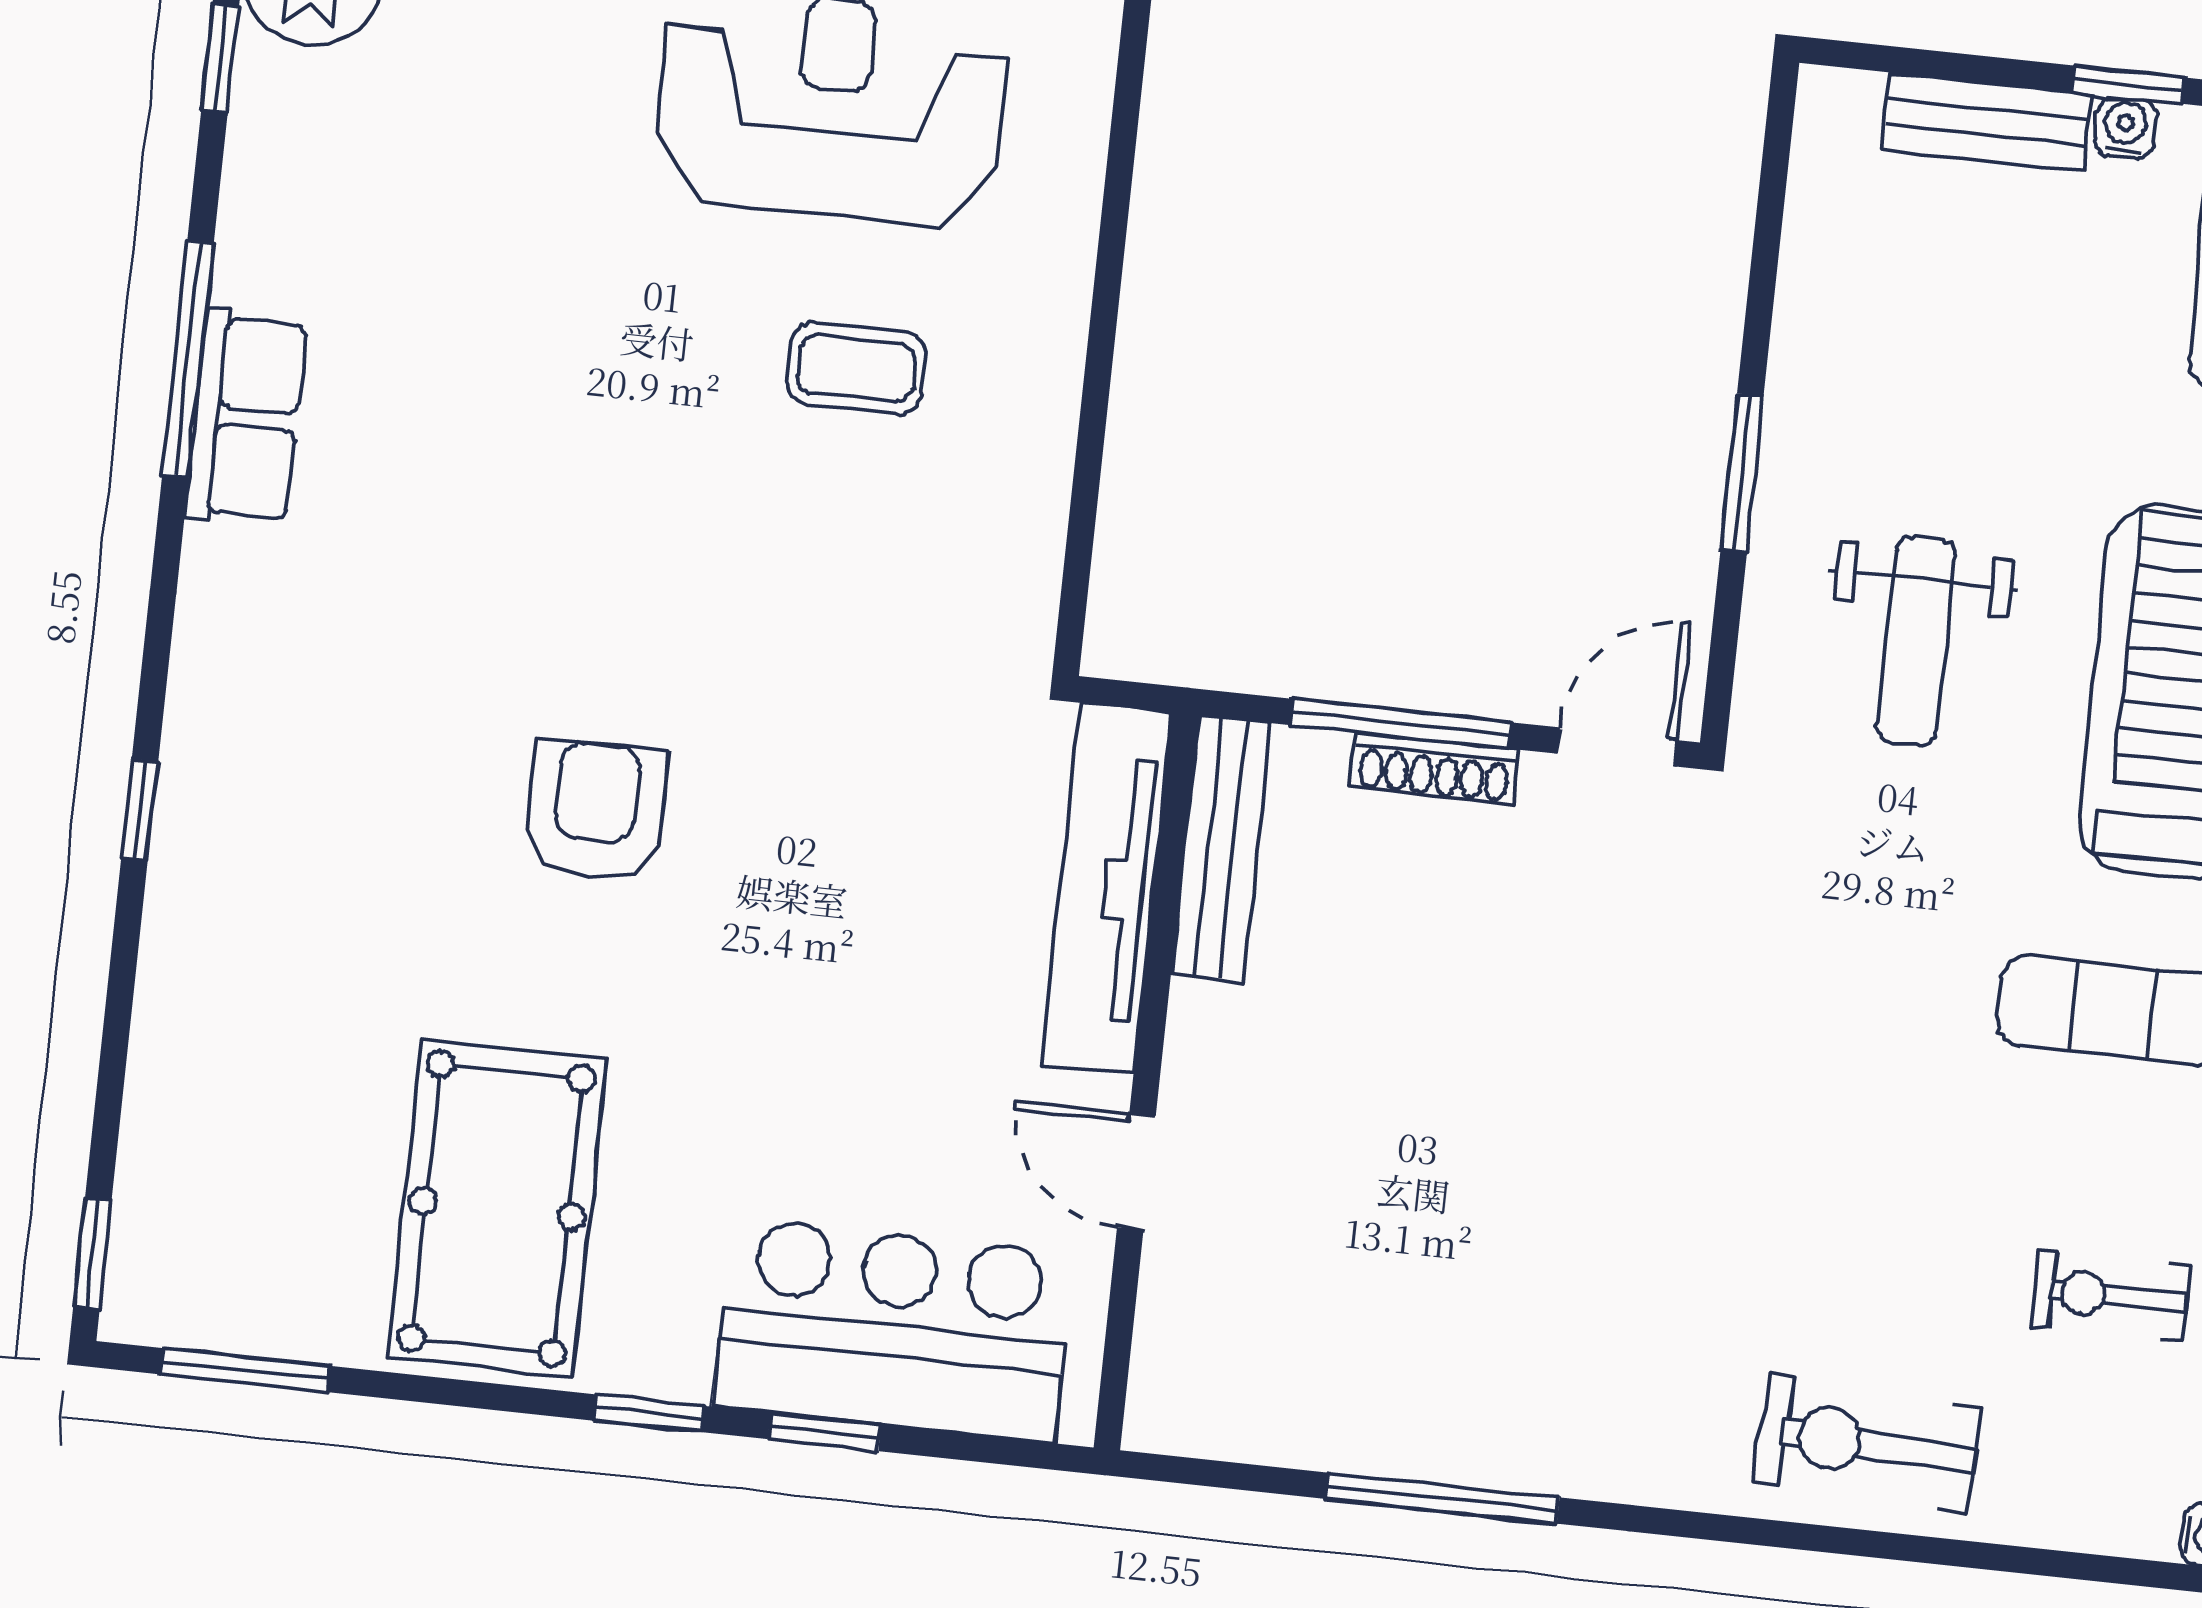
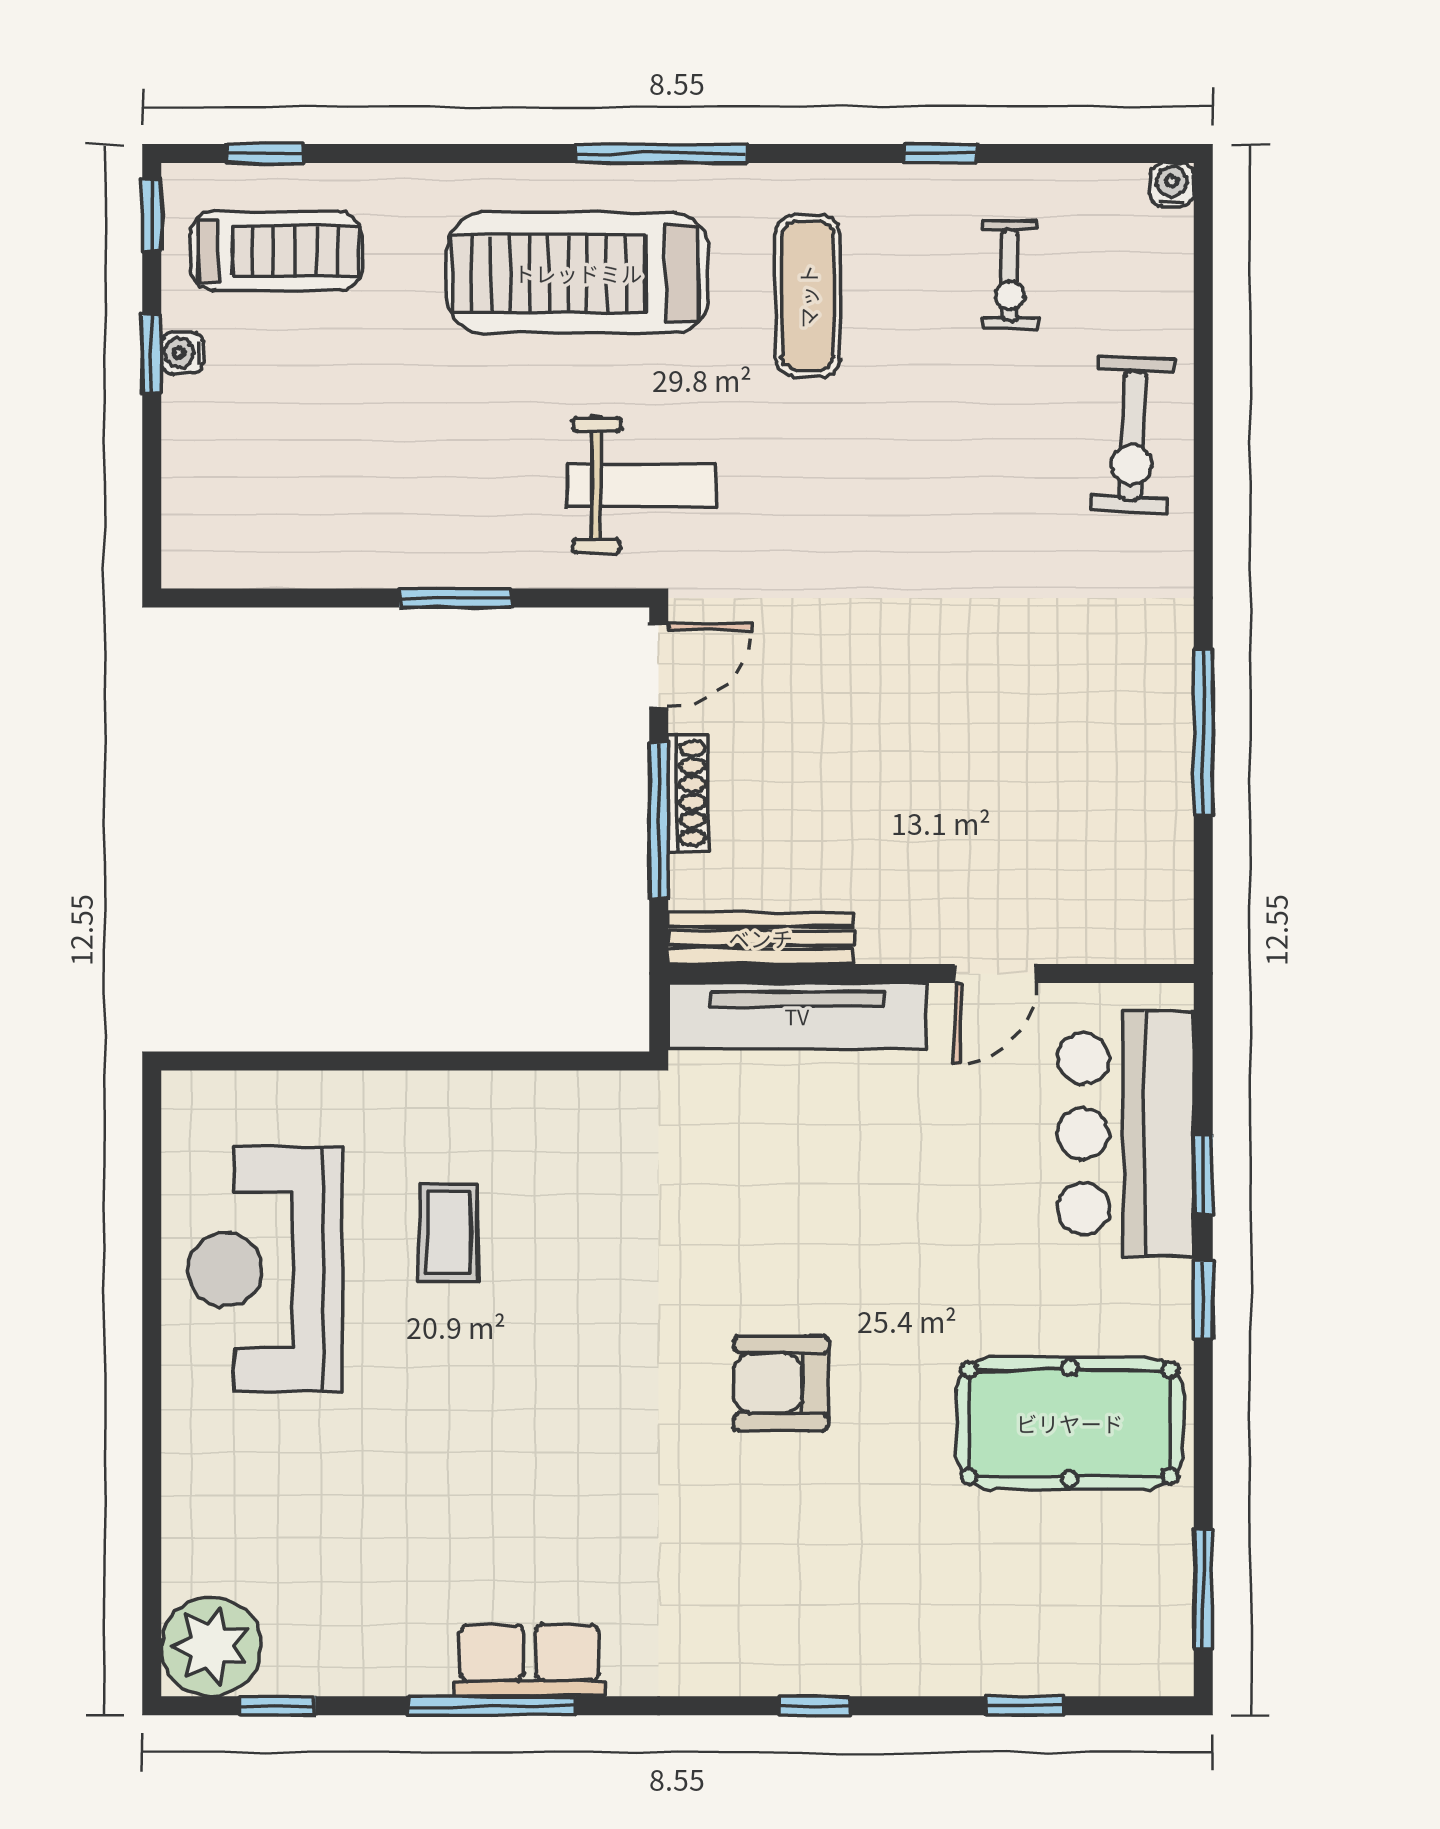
bench: (1987, 122) -> (189, 451), removed
weight bench: (1916, 641) -> (641, 485), moved
door: (1617, 747) -> (659, 666), swing flipped
window: (92, 1253) -> (1024, 1706), moved

